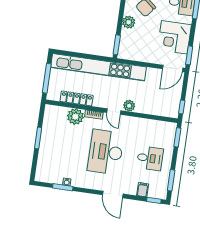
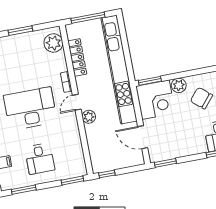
corner desk: (174, 37) -> (156, 100), moved, turned 180
door: (173, 68) -> (143, 137), moved
plant: (75, 117) -> (53, 43), moved

